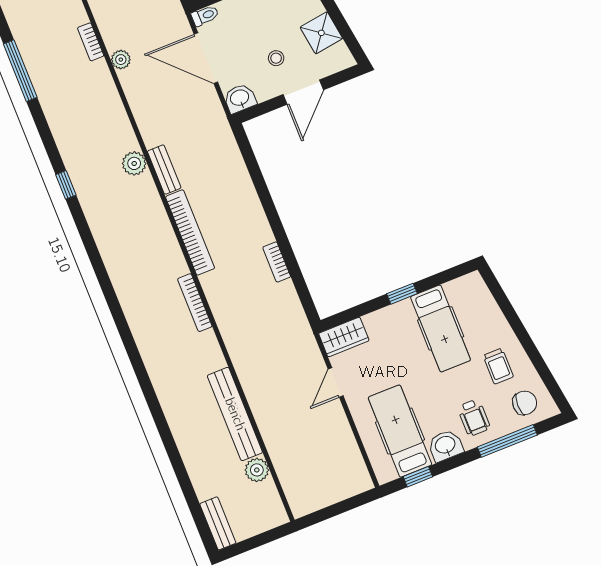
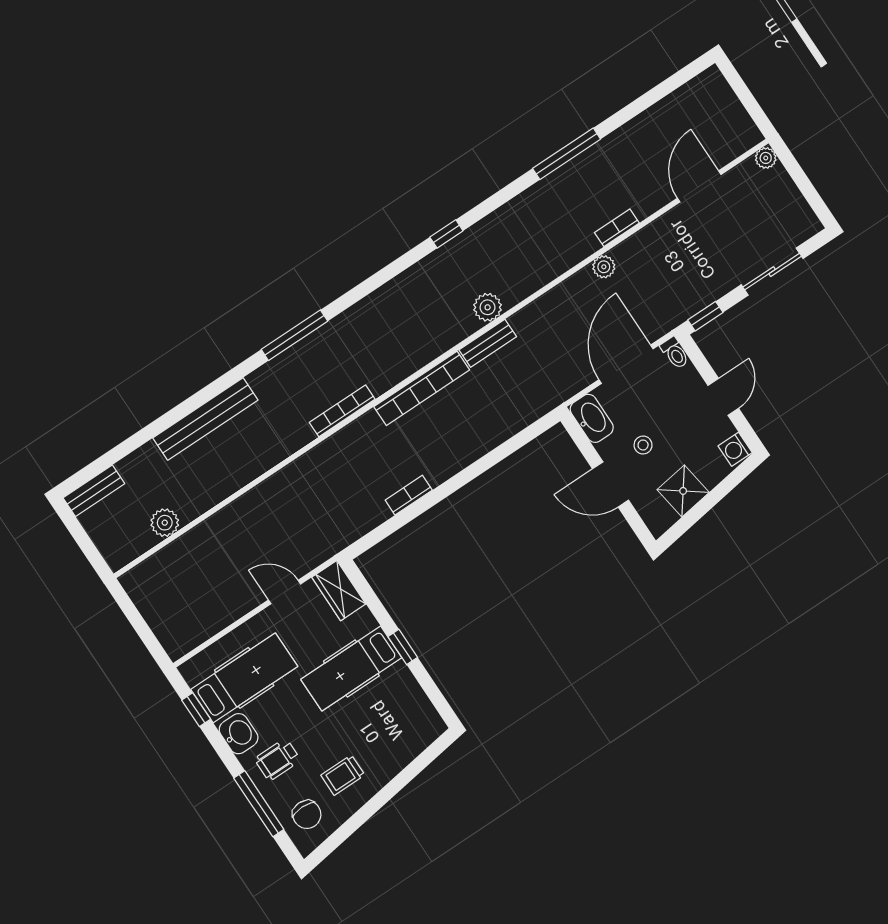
washbasin: (240, 98) -> (592, 418), width x1.38
hospital bed: (441, 328) -> (351, 669), moved
window: (124, 329) -> (294, 335), added
bench: (235, 414) -> (205, 419), moved

